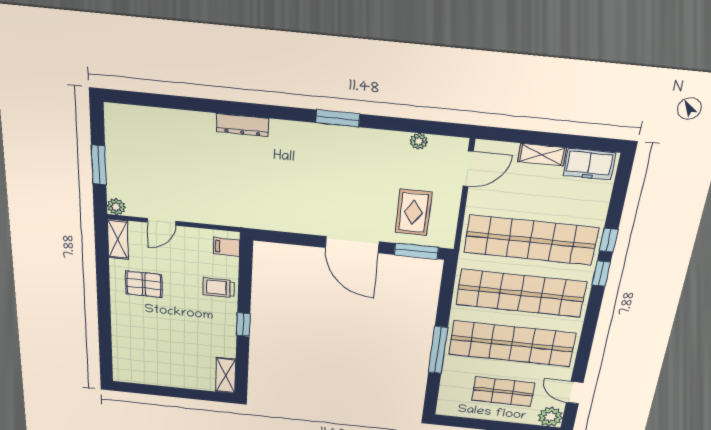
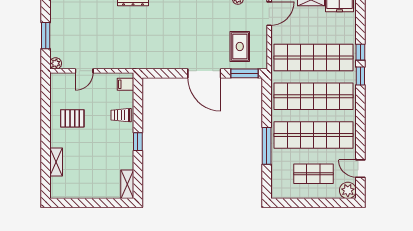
shelving: (118, 239) -> (56, 162), moved

